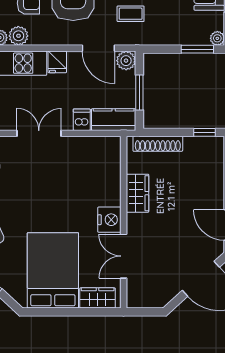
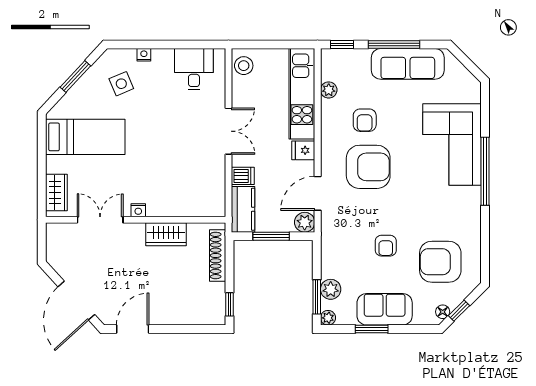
coffee table: (131, 14) -> (354, 227), removed
plant: (18, 36) -> (331, 289), moved
nightstand: (109, 220) -> (138, 210), width x0.53, depth x0.56
bed: (53, 270) -> (85, 137), width x0.67

